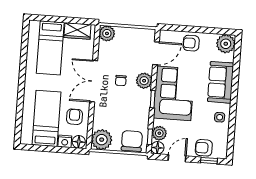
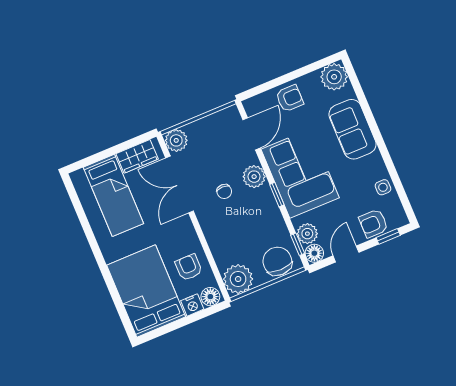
armchair: (191, 43) -> (290, 98), turned 180
double door: (94, 81) -> (179, 184), moved
side table: (220, 117) -> (383, 187), moved
bed: (47, 118) -> (146, 291), width x1.50

